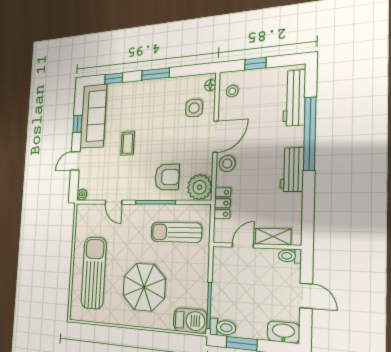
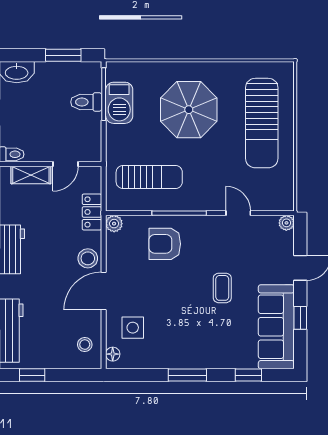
window: (255, 64) -> (32, 375), moved
plant: (199, 187) -> (114, 224), width x0.53, depth x0.53
barbecue: (190, 321) -> (119, 103), moved, turned -90
toilet: (223, 327) -> (86, 102), moved

